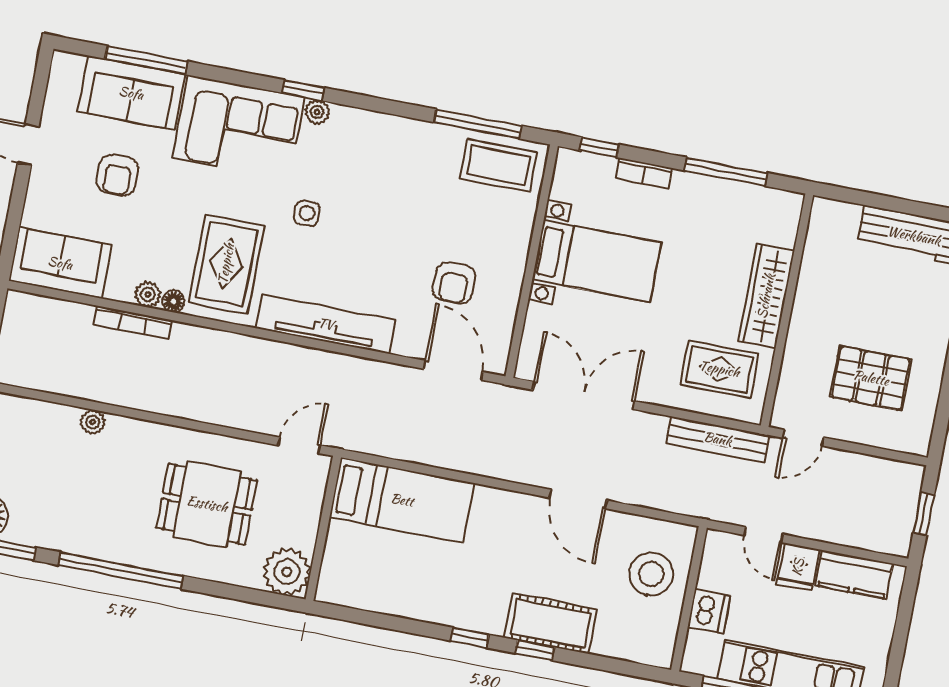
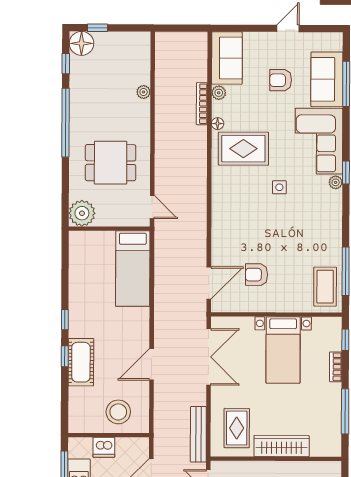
plant: (148, 295) -> (219, 93), moved
tv unit: (326, 324) -> (221, 209), removed
dining table: (207, 504) -> (111, 163), turned 90

